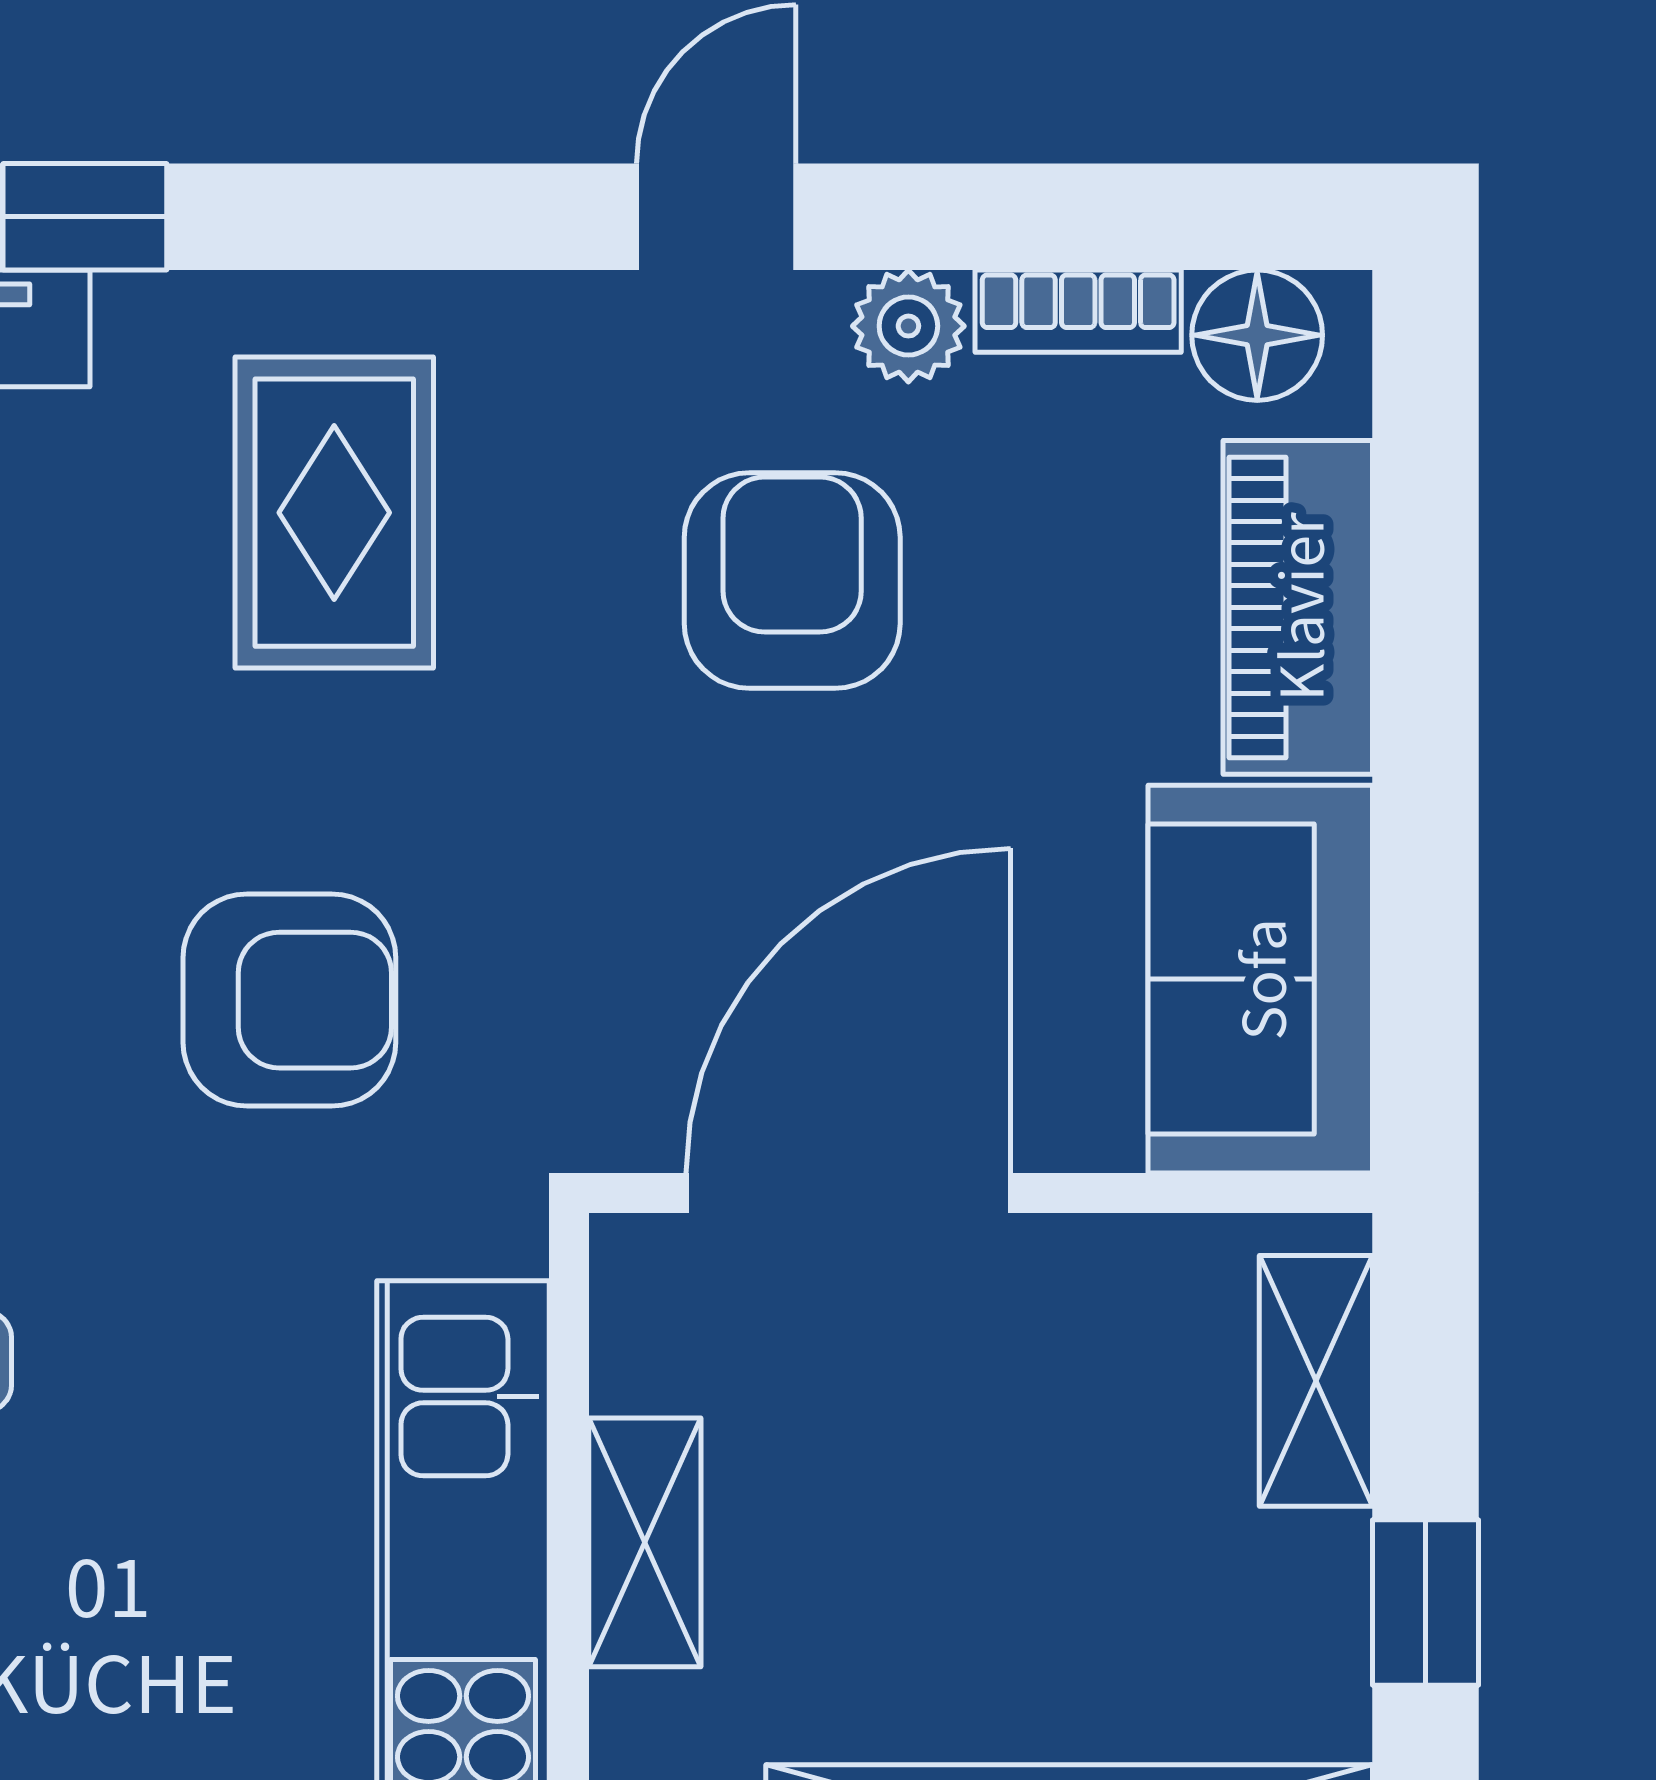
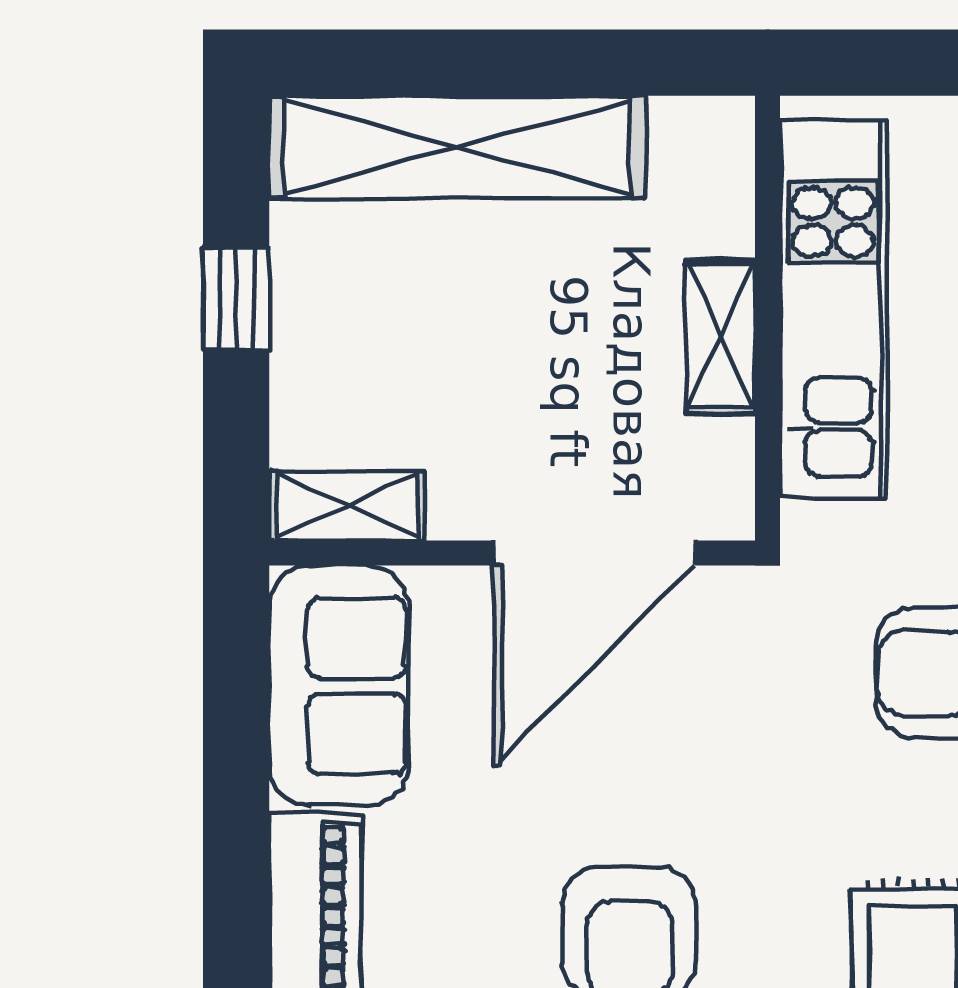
shelving: (1316, 1381) -> (347, 506), moved, turned 90

